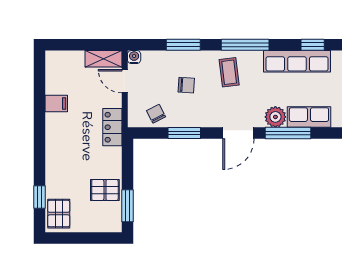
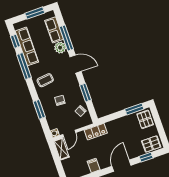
window: (245, 45) -> (24, 66), moved
door: (39, 150) -> (121, 166), added
pallet: (105, 190) -> (145, 119), moved

